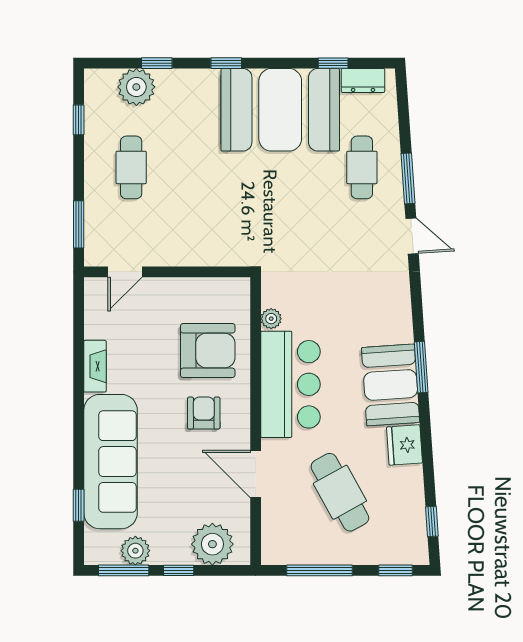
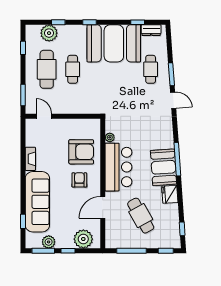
cafe table: (131, 167) -> (47, 69), width x1.37, depth x1.35
cafe table: (189, 167) -> (73, 69), added
door: (125, 272) -> (44, 116), swing flipped
window: (421, 367) -> (177, 159), width x1.44
door: (256, 474) -> (103, 207), hinge flipped

